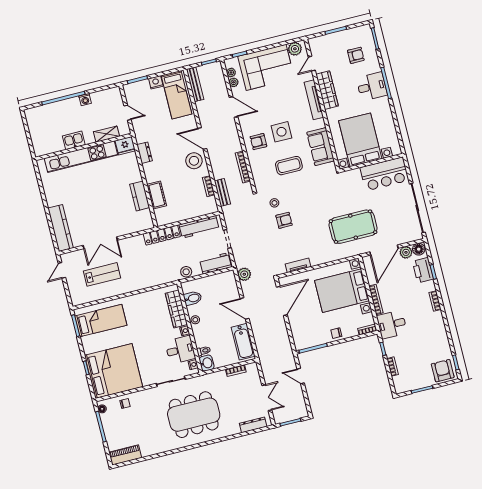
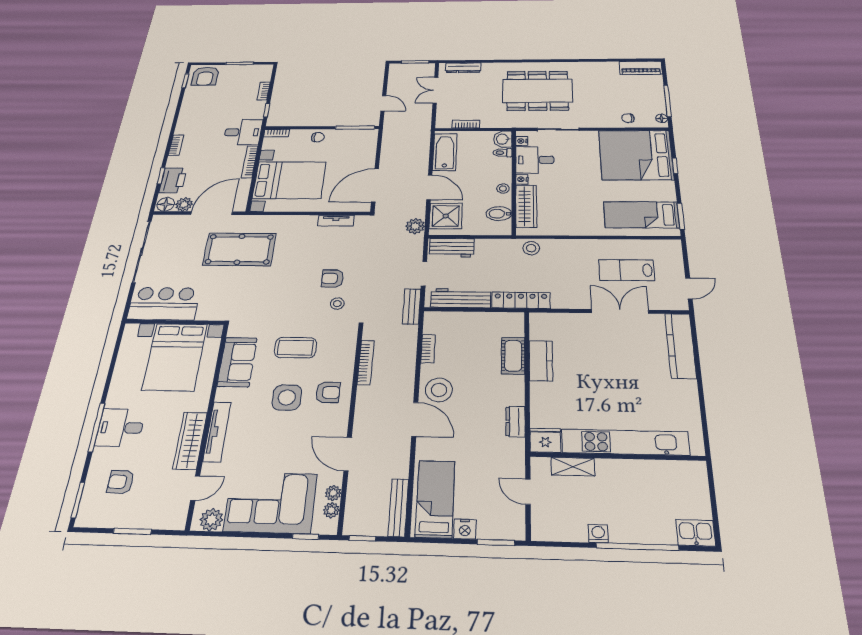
kitchen sink: (74, 140) -> (696, 533), moved, turned 180
bench: (222, 192) -> (412, 307), moved
stool: (186, 272) -> (531, 248), moved
shower: (227, 287) -> (446, 216), added

